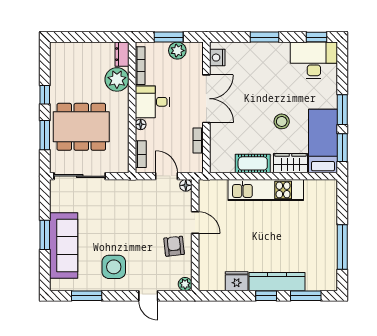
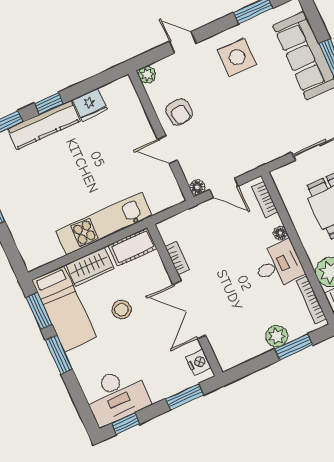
nightstand: (217, 58) -> (198, 362), moved
double door: (206, 99) -> (189, 310), moved
wall: (206, 107) -> (185, 300), moved
bookcase: (198, 140) -> (177, 258), moved

